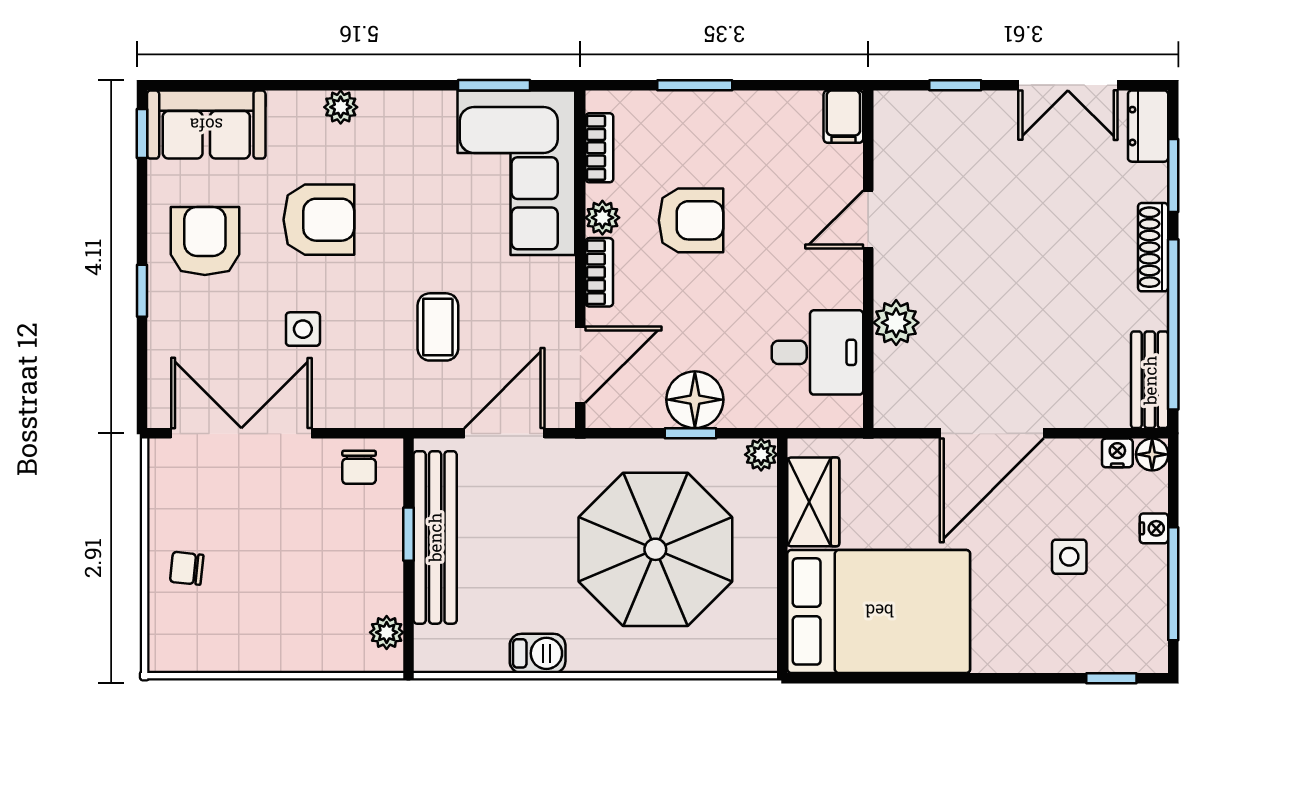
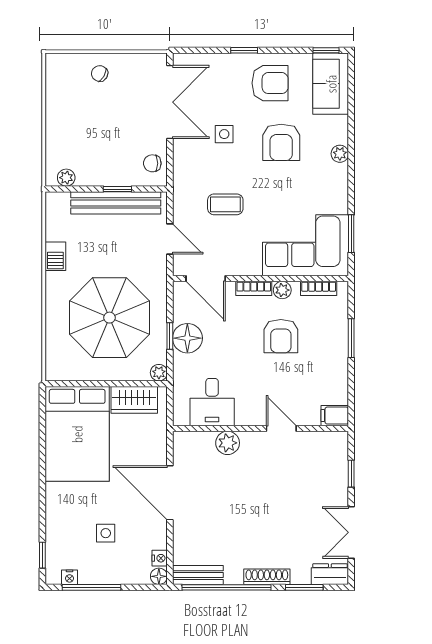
door: (504, 433) -> (170, 239), width x0.73
nightstand: (1154, 528) -> (70, 577), moved
chair: (187, 568) -> (100, 74), turned -66

